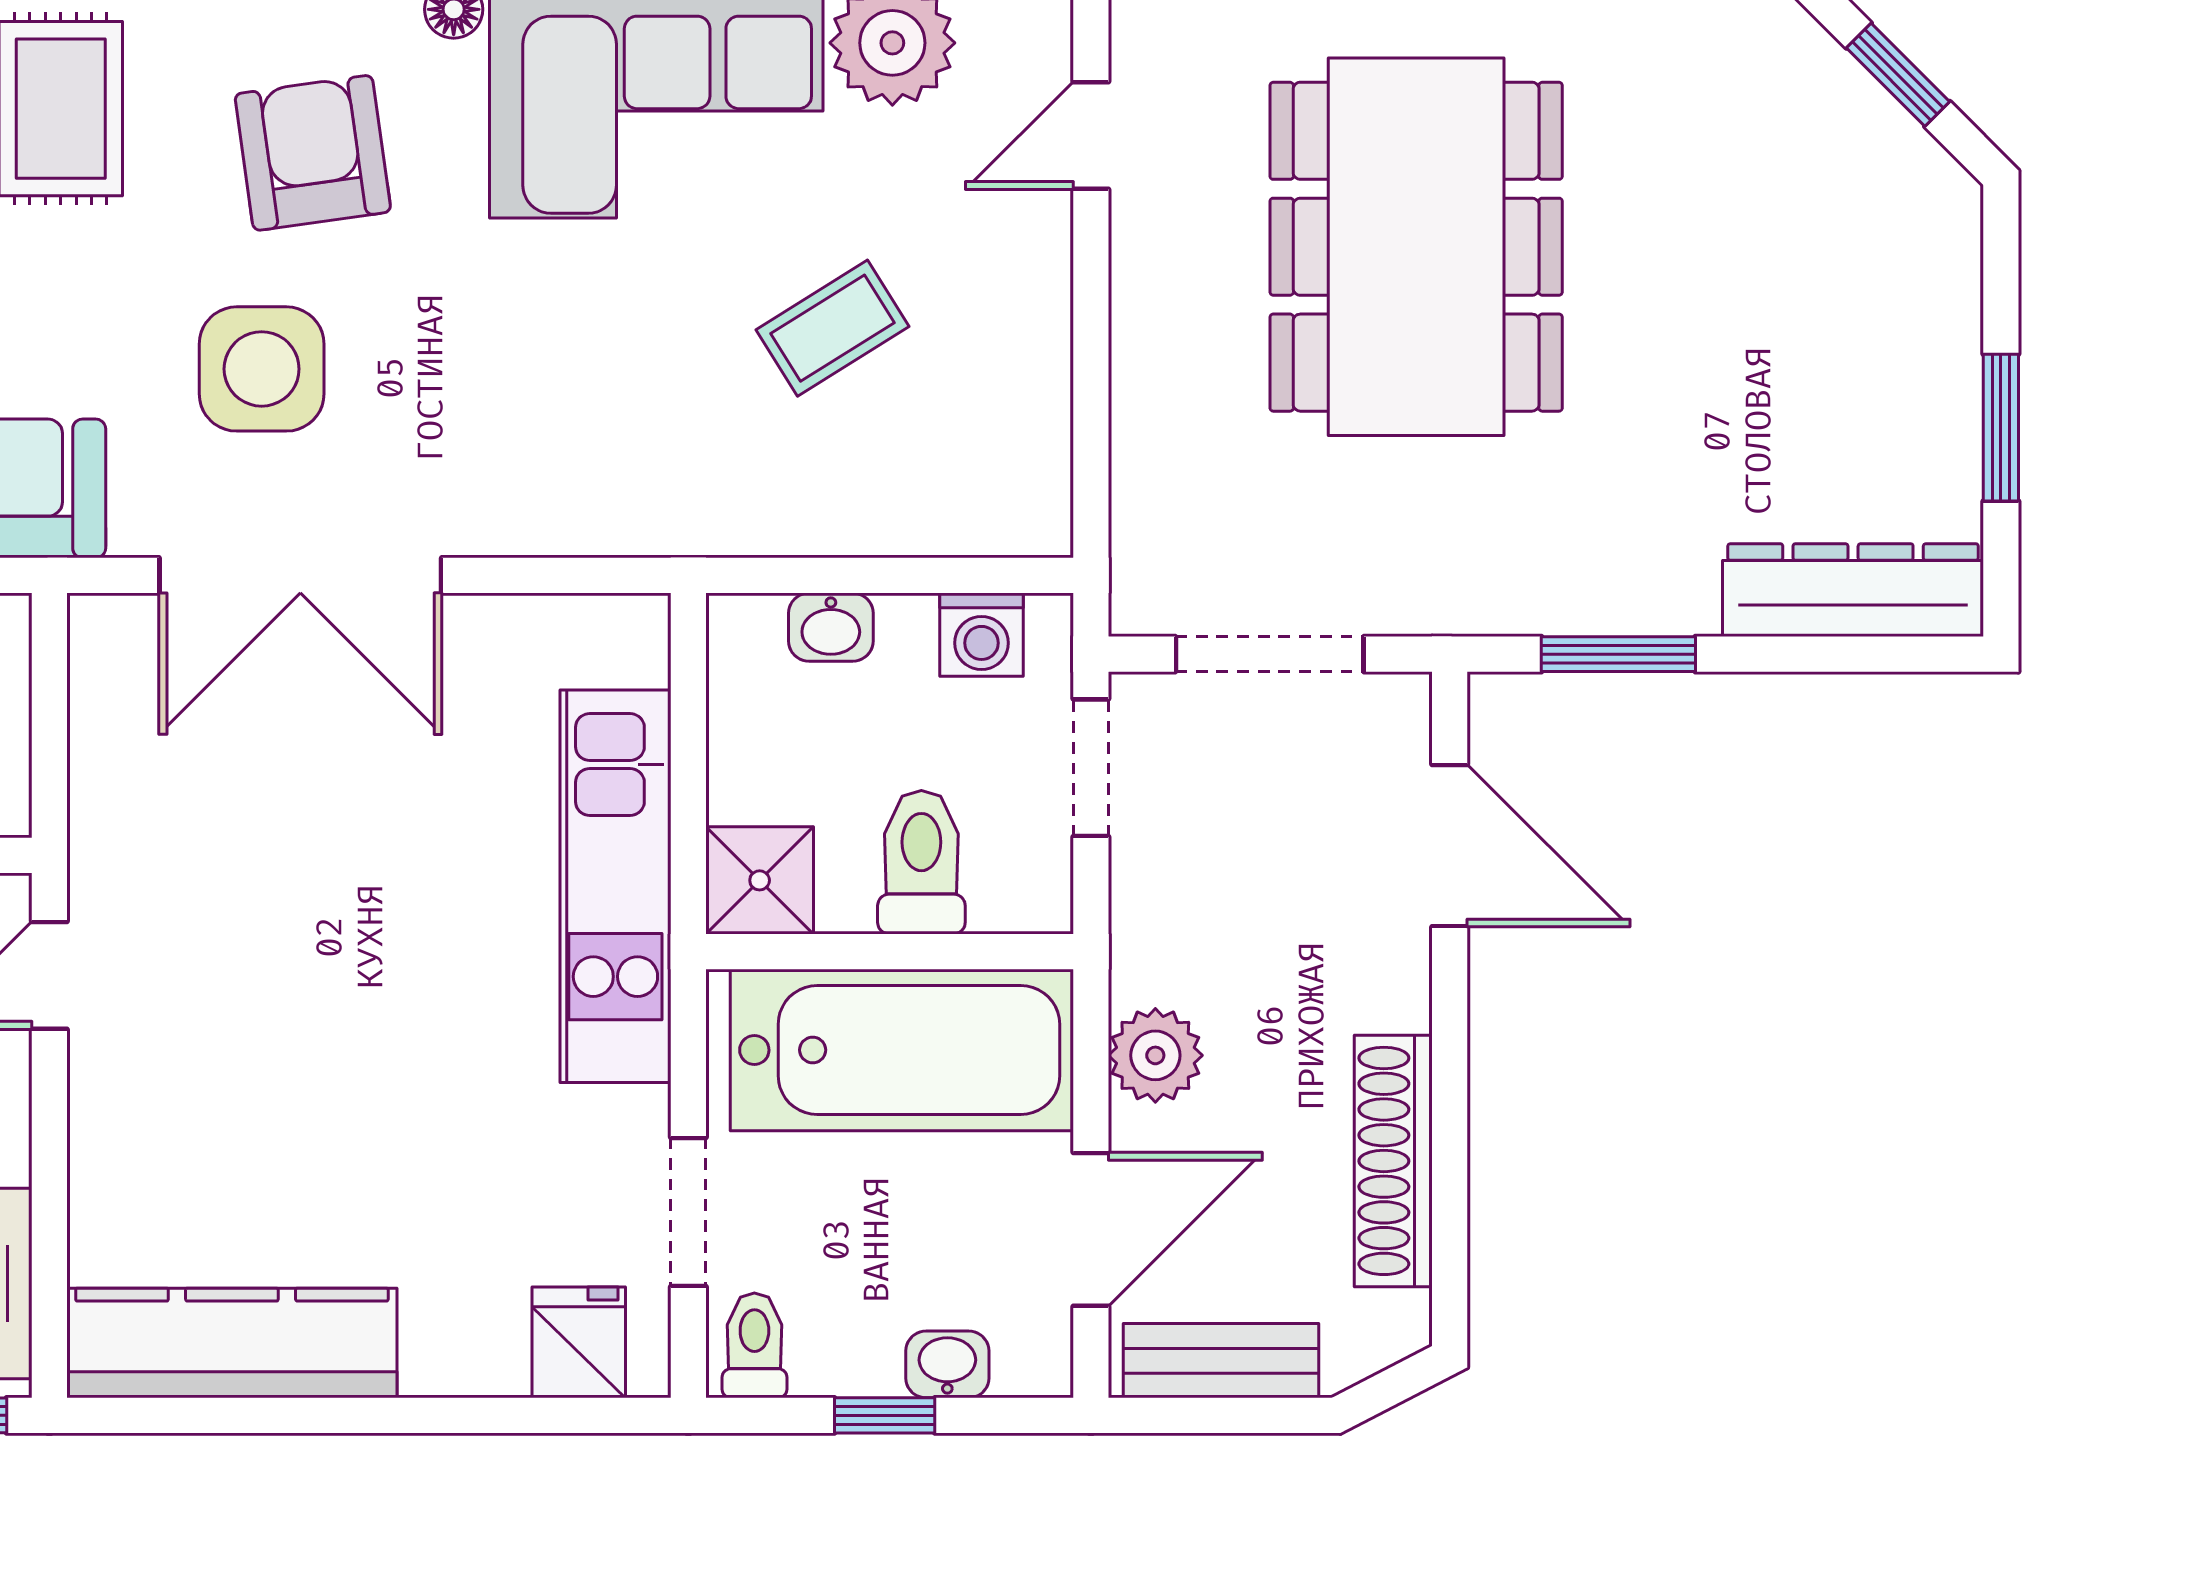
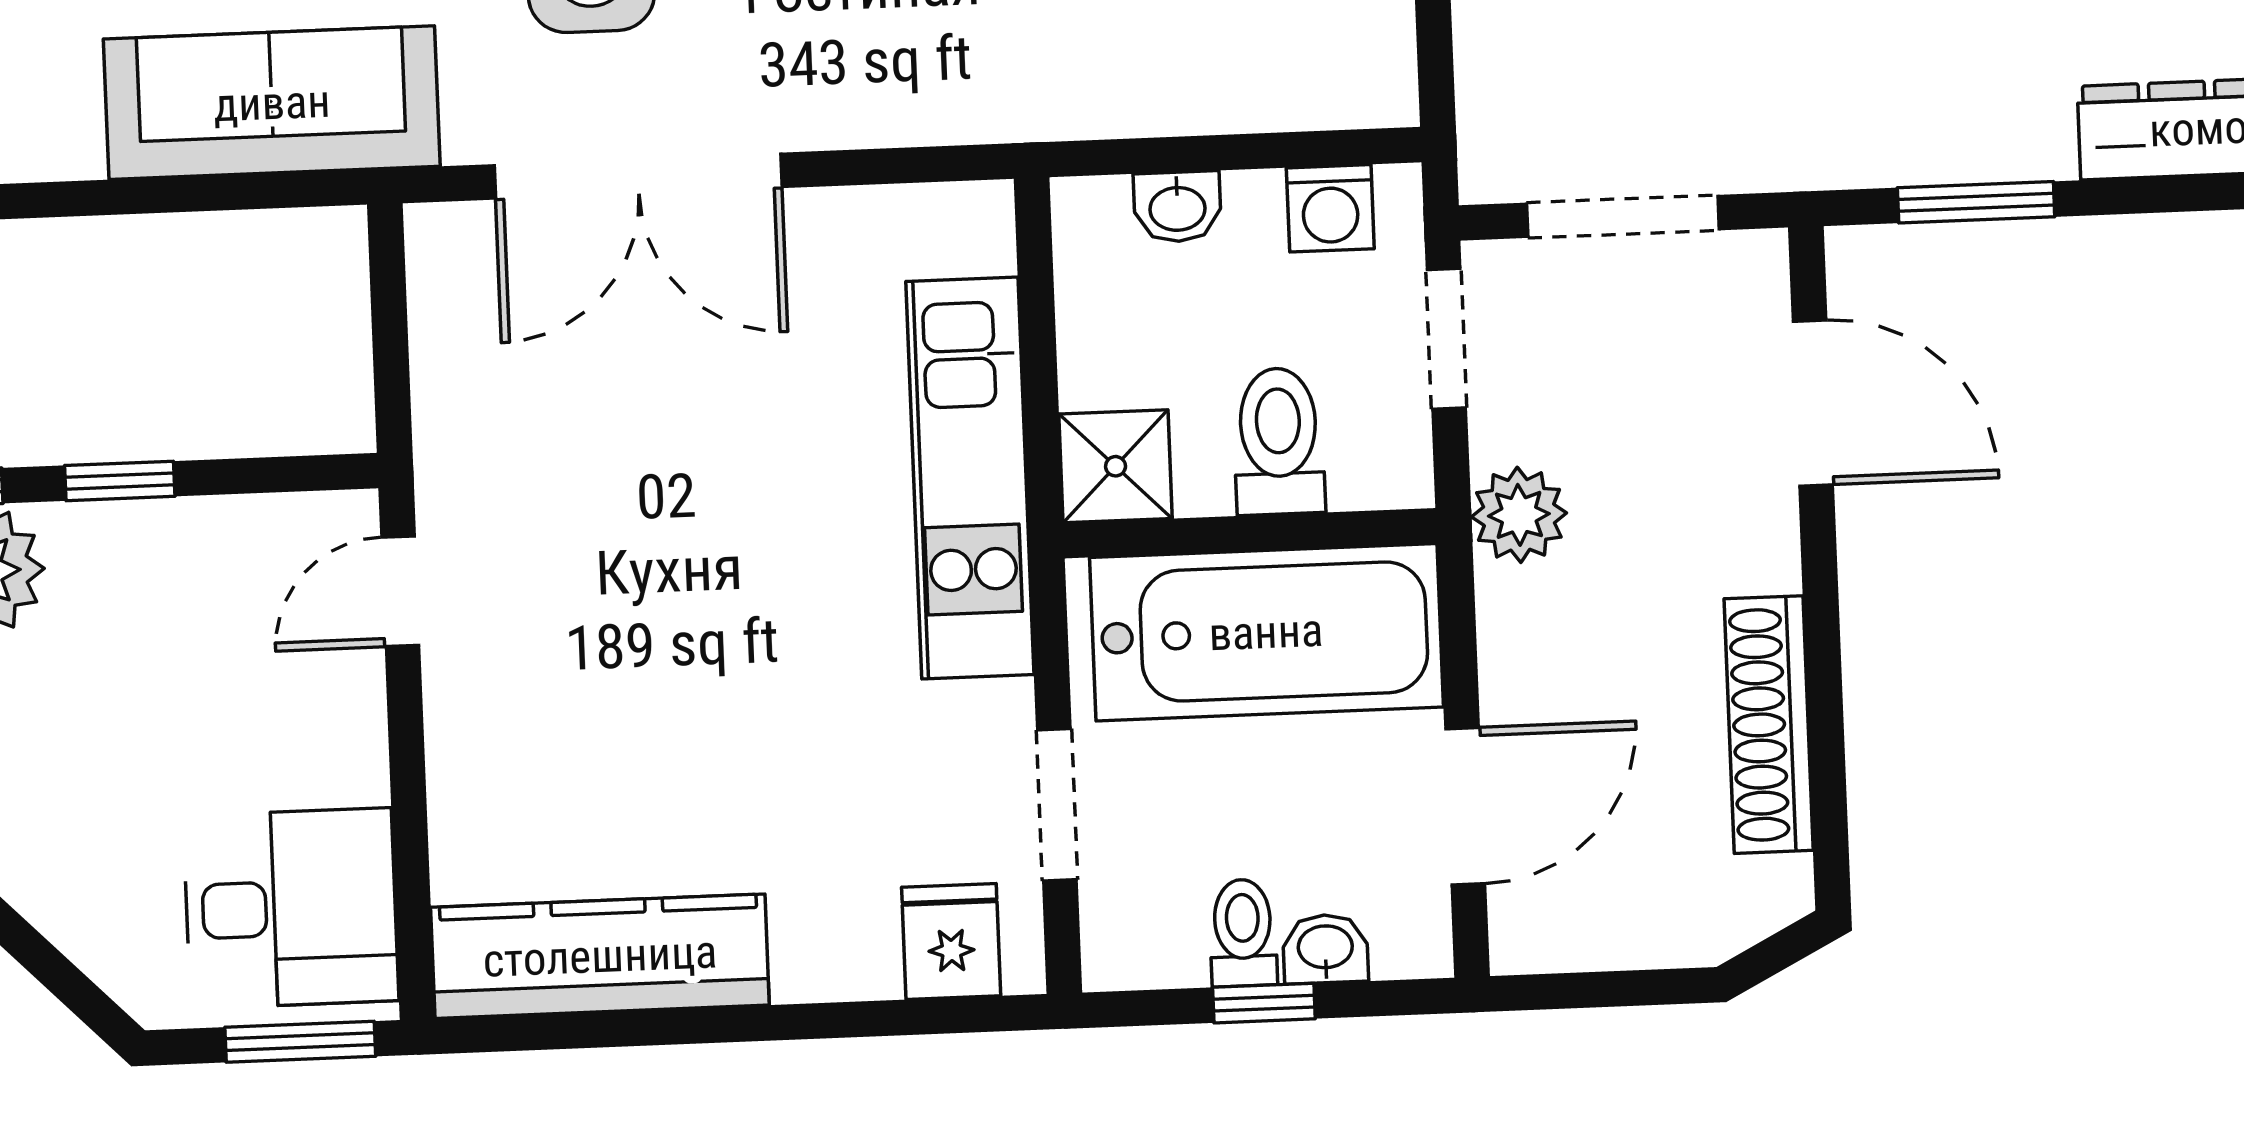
plant: (1155, 1055) -> (1519, 515), moved
toilet: (754, 1345) -> (1243, 933), moved
bench: (1221, 1361) -> (1602, 934), removed

